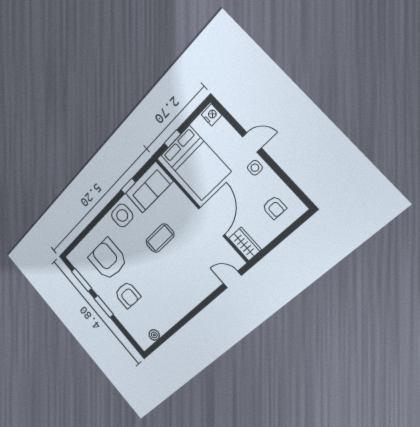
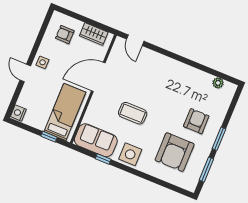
bed: (195, 163) -> (65, 112), width x0.67
armchair: (274, 208) -> (65, 35), turned -90
wardrobe: (245, 244) -> (94, 34), moved, turned -90

